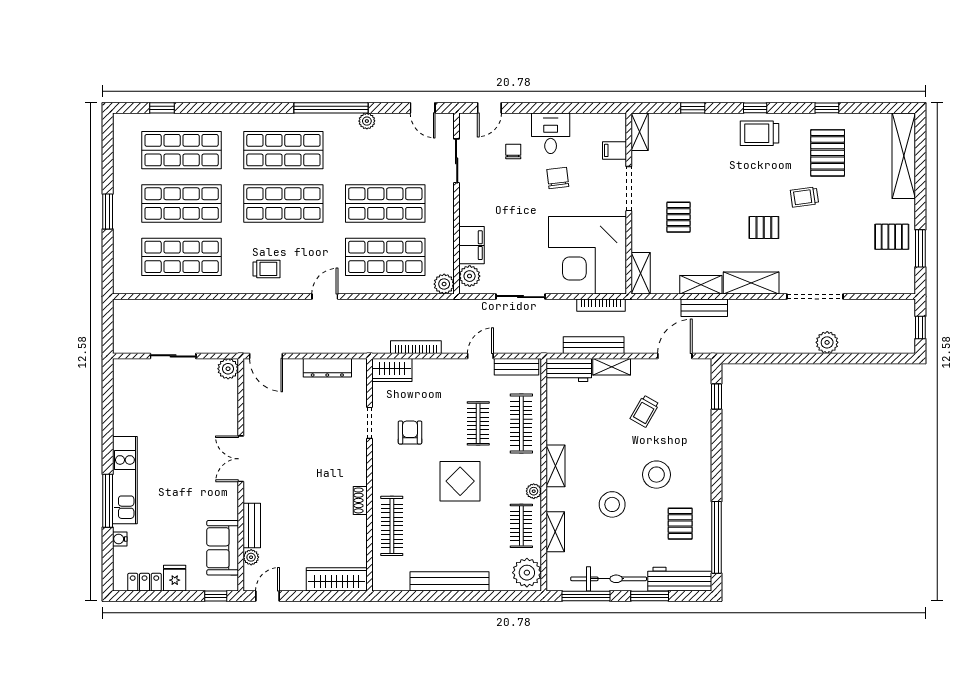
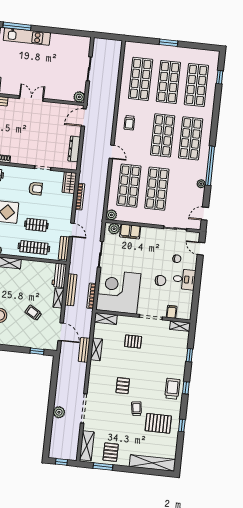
shelving: (751, 283) -> (87, 446), moved

